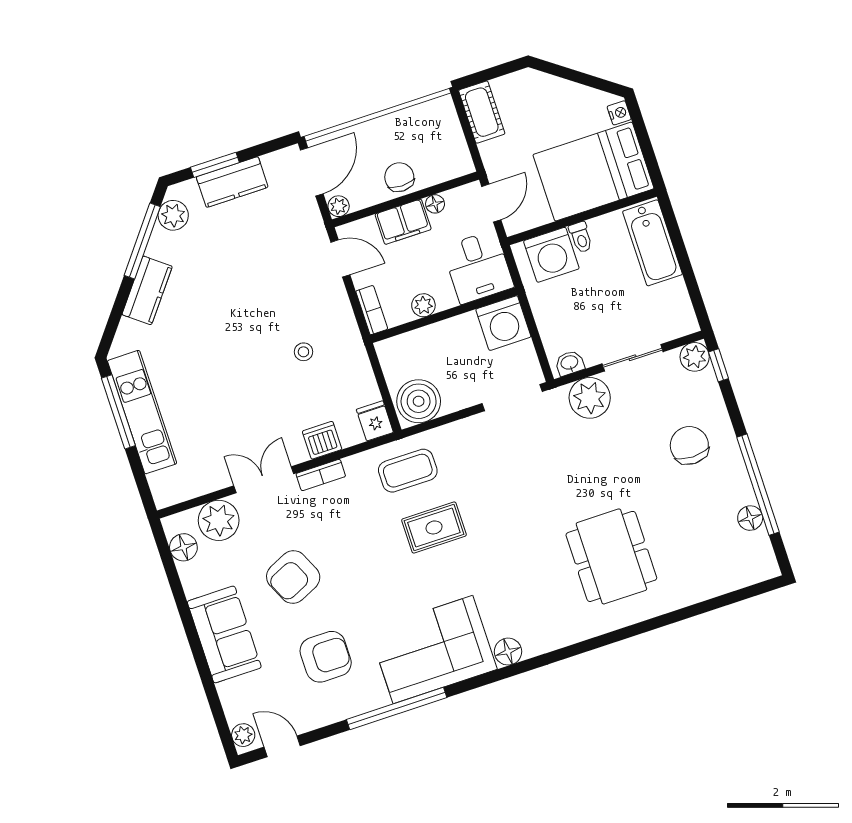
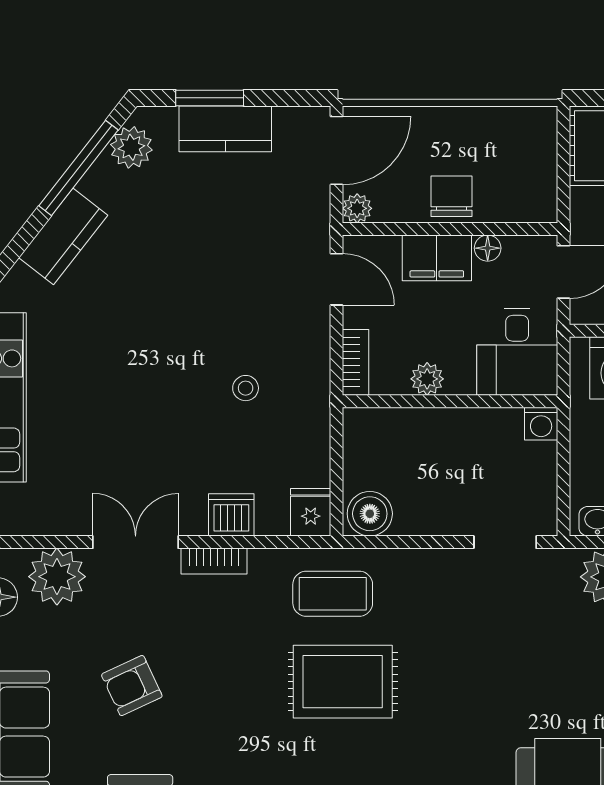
washing machine: (503, 323) -> (541, 424), width x0.53, depth x0.53
doorway: (512, 398) -> (505, 542), width x0.73
boiler: (419, 401) -> (370, 514), width x0.73, depth x0.73
rug: (434, 527) -> (343, 682), width x1.36, depth x1.43
armchair: (293, 577) -> (132, 686), width x0.72, depth x0.72

